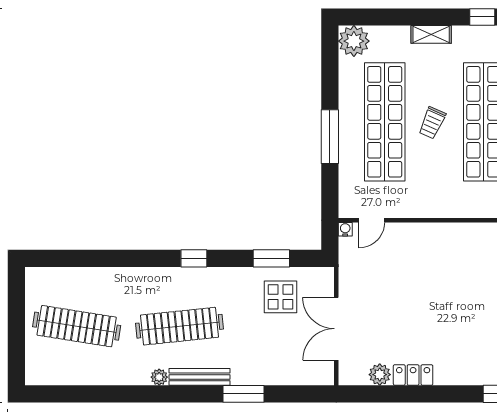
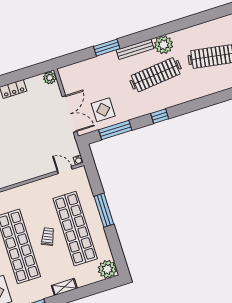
door: (372, 220) -> (65, 170), hinge flipped
window: (271, 258) -> (115, 130), width x1.44
double door: (336, 329) -> (69, 114), moved
plant: (380, 375) -> (50, 78), moved
plant: (159, 377) -> (164, 45), width x1.87, depth x1.87

